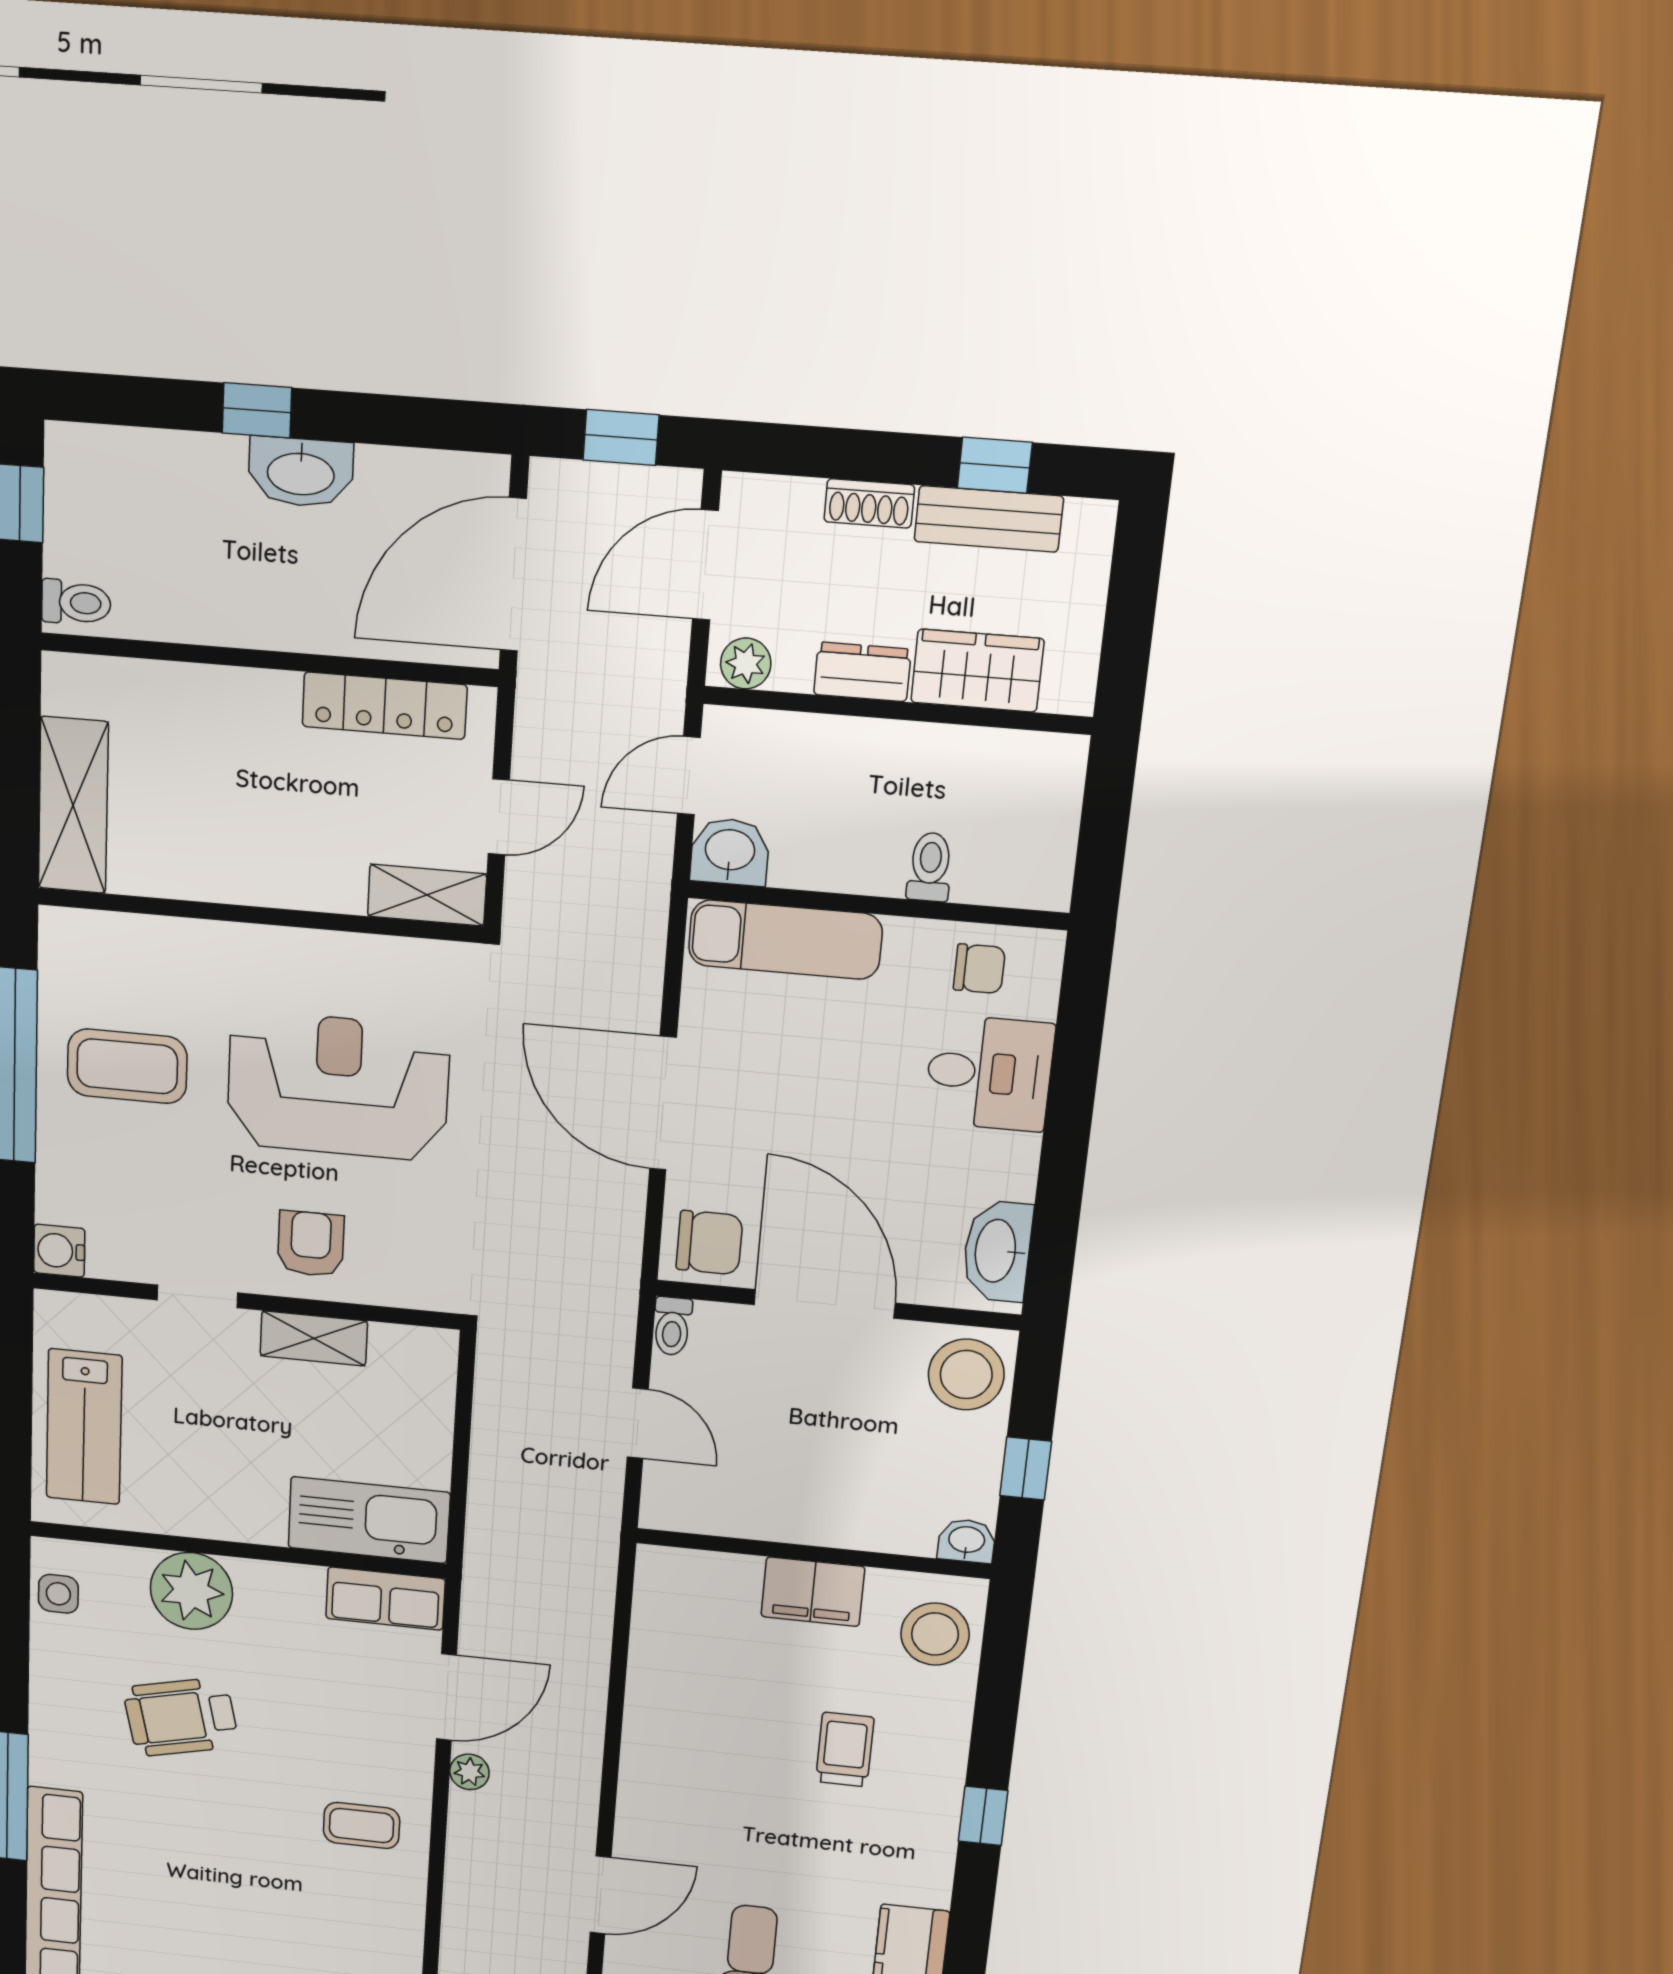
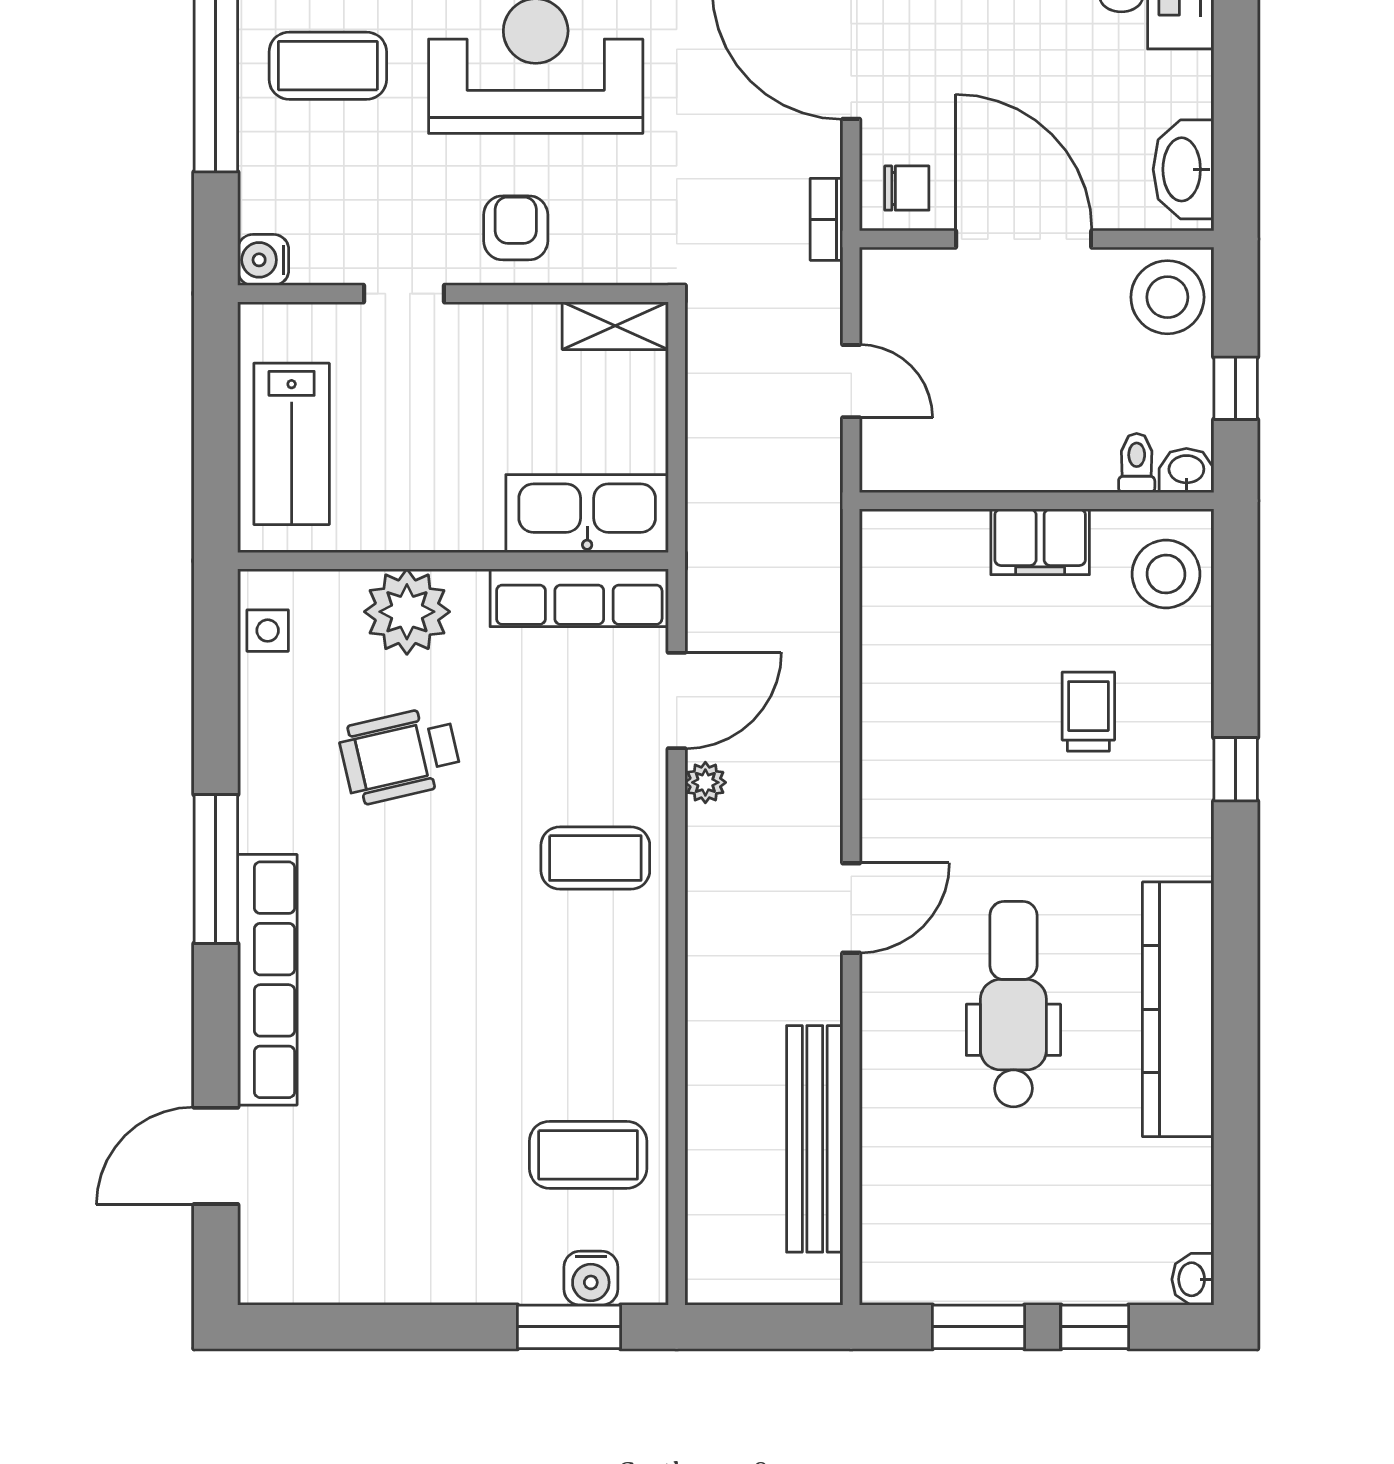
chair: (709, 1243) -> (907, 188), width x0.73, depth x0.73
bookcase: (625, 1265) -> (827, 219), added
toilet: (672, 1326) -> (1137, 463), moved, turned 180
shelving: (314, 1338) -> (615, 326), moved
row of seats: (385, 1599) -> (579, 598), width x1.48
coffee table: (361, 1826) -> (595, 858), width x1.36, depth x1.30

